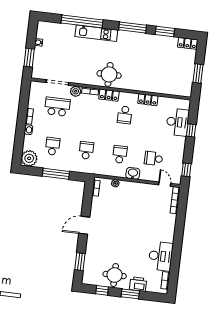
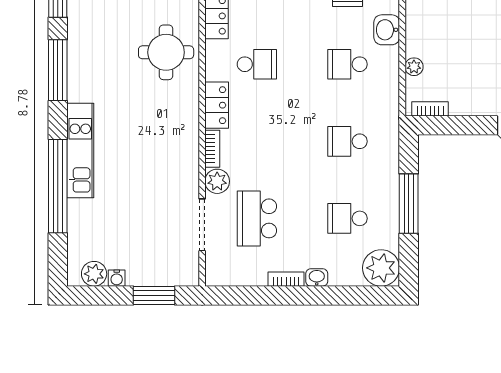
plant: (42, 33) -> (94, 274), added
round table: (109, 74) -> (166, 52), moved

